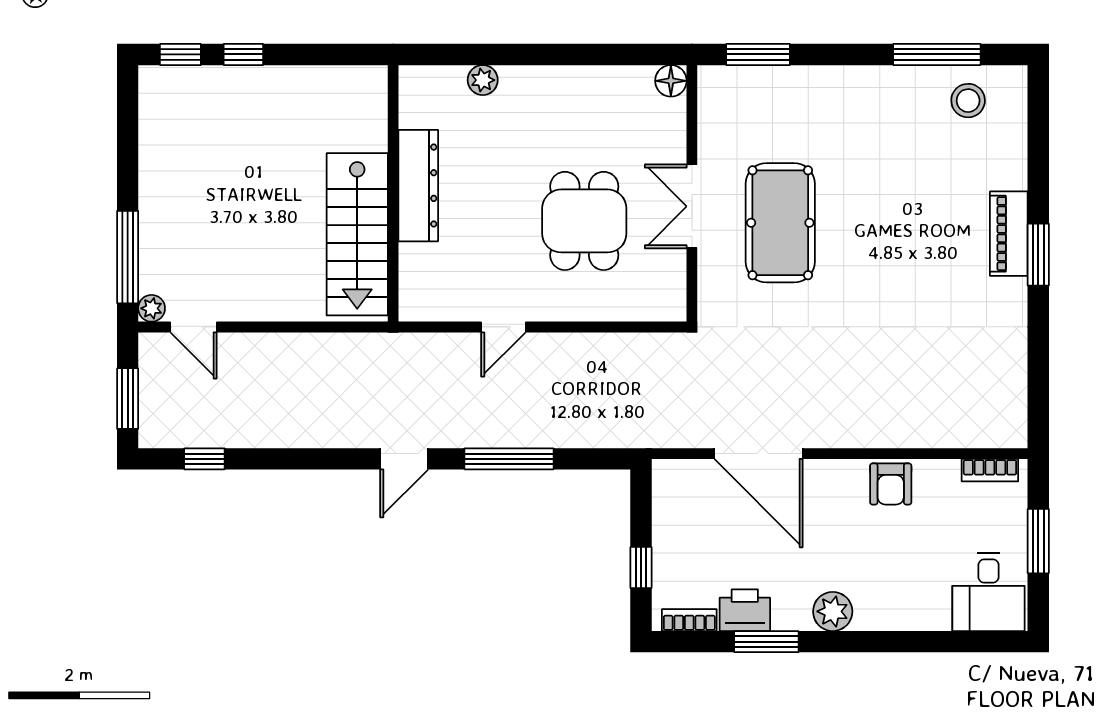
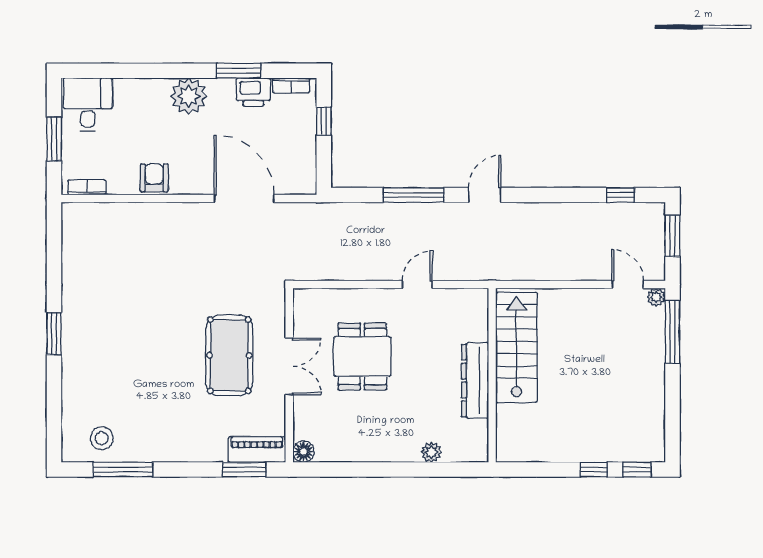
piano: (1009, 234) -> (257, 450), moved, turned -90
plant: (833, 611) -> (189, 96), width x1.36, depth x1.36

